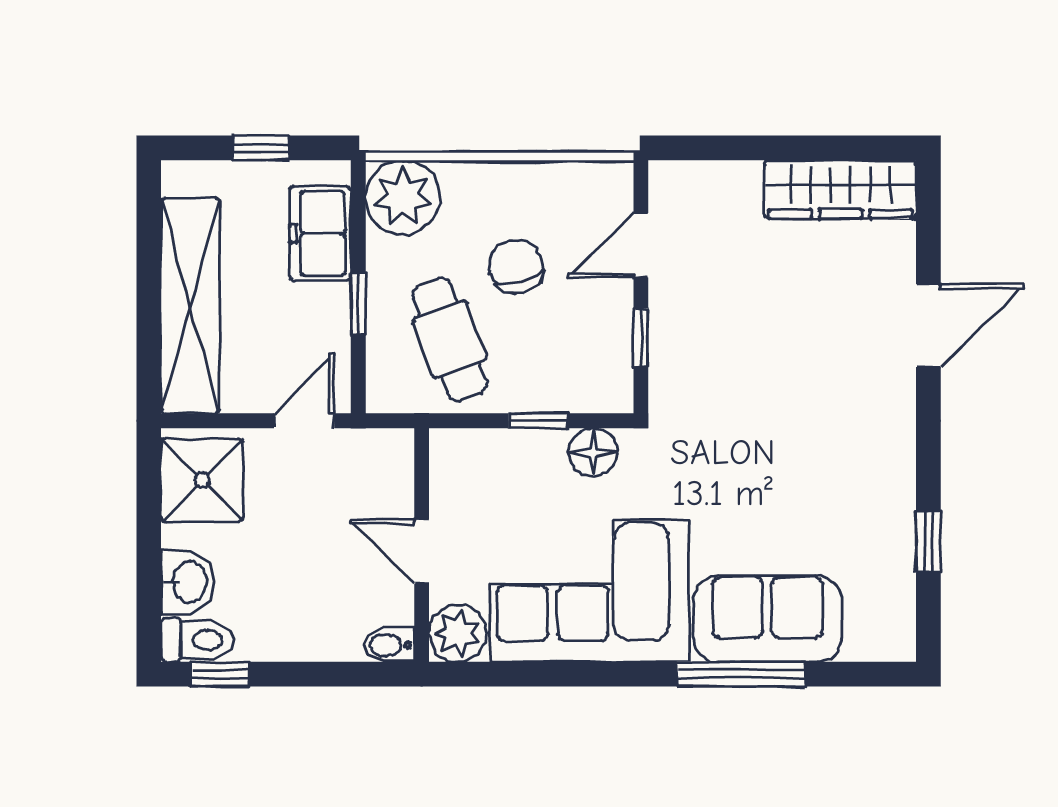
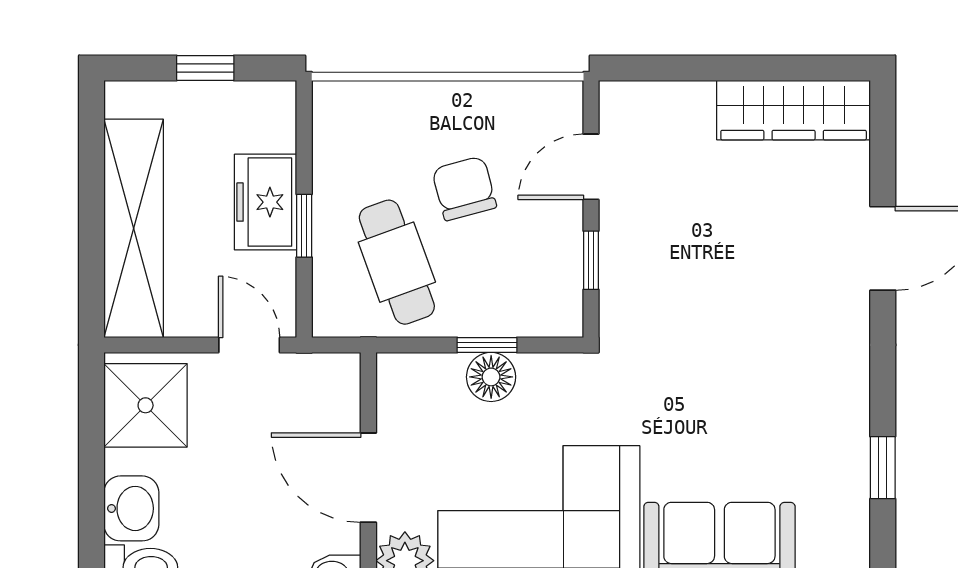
plant: (403, 197) -> (349, 118), removed
freezer: (320, 234) -> (266, 202), moved
door: (304, 421) -> (249, 345), hinge flipped
floor lamp: (593, 452) -> (491, 377), moved
door: (422, 552) -> (368, 478), width x1.38

